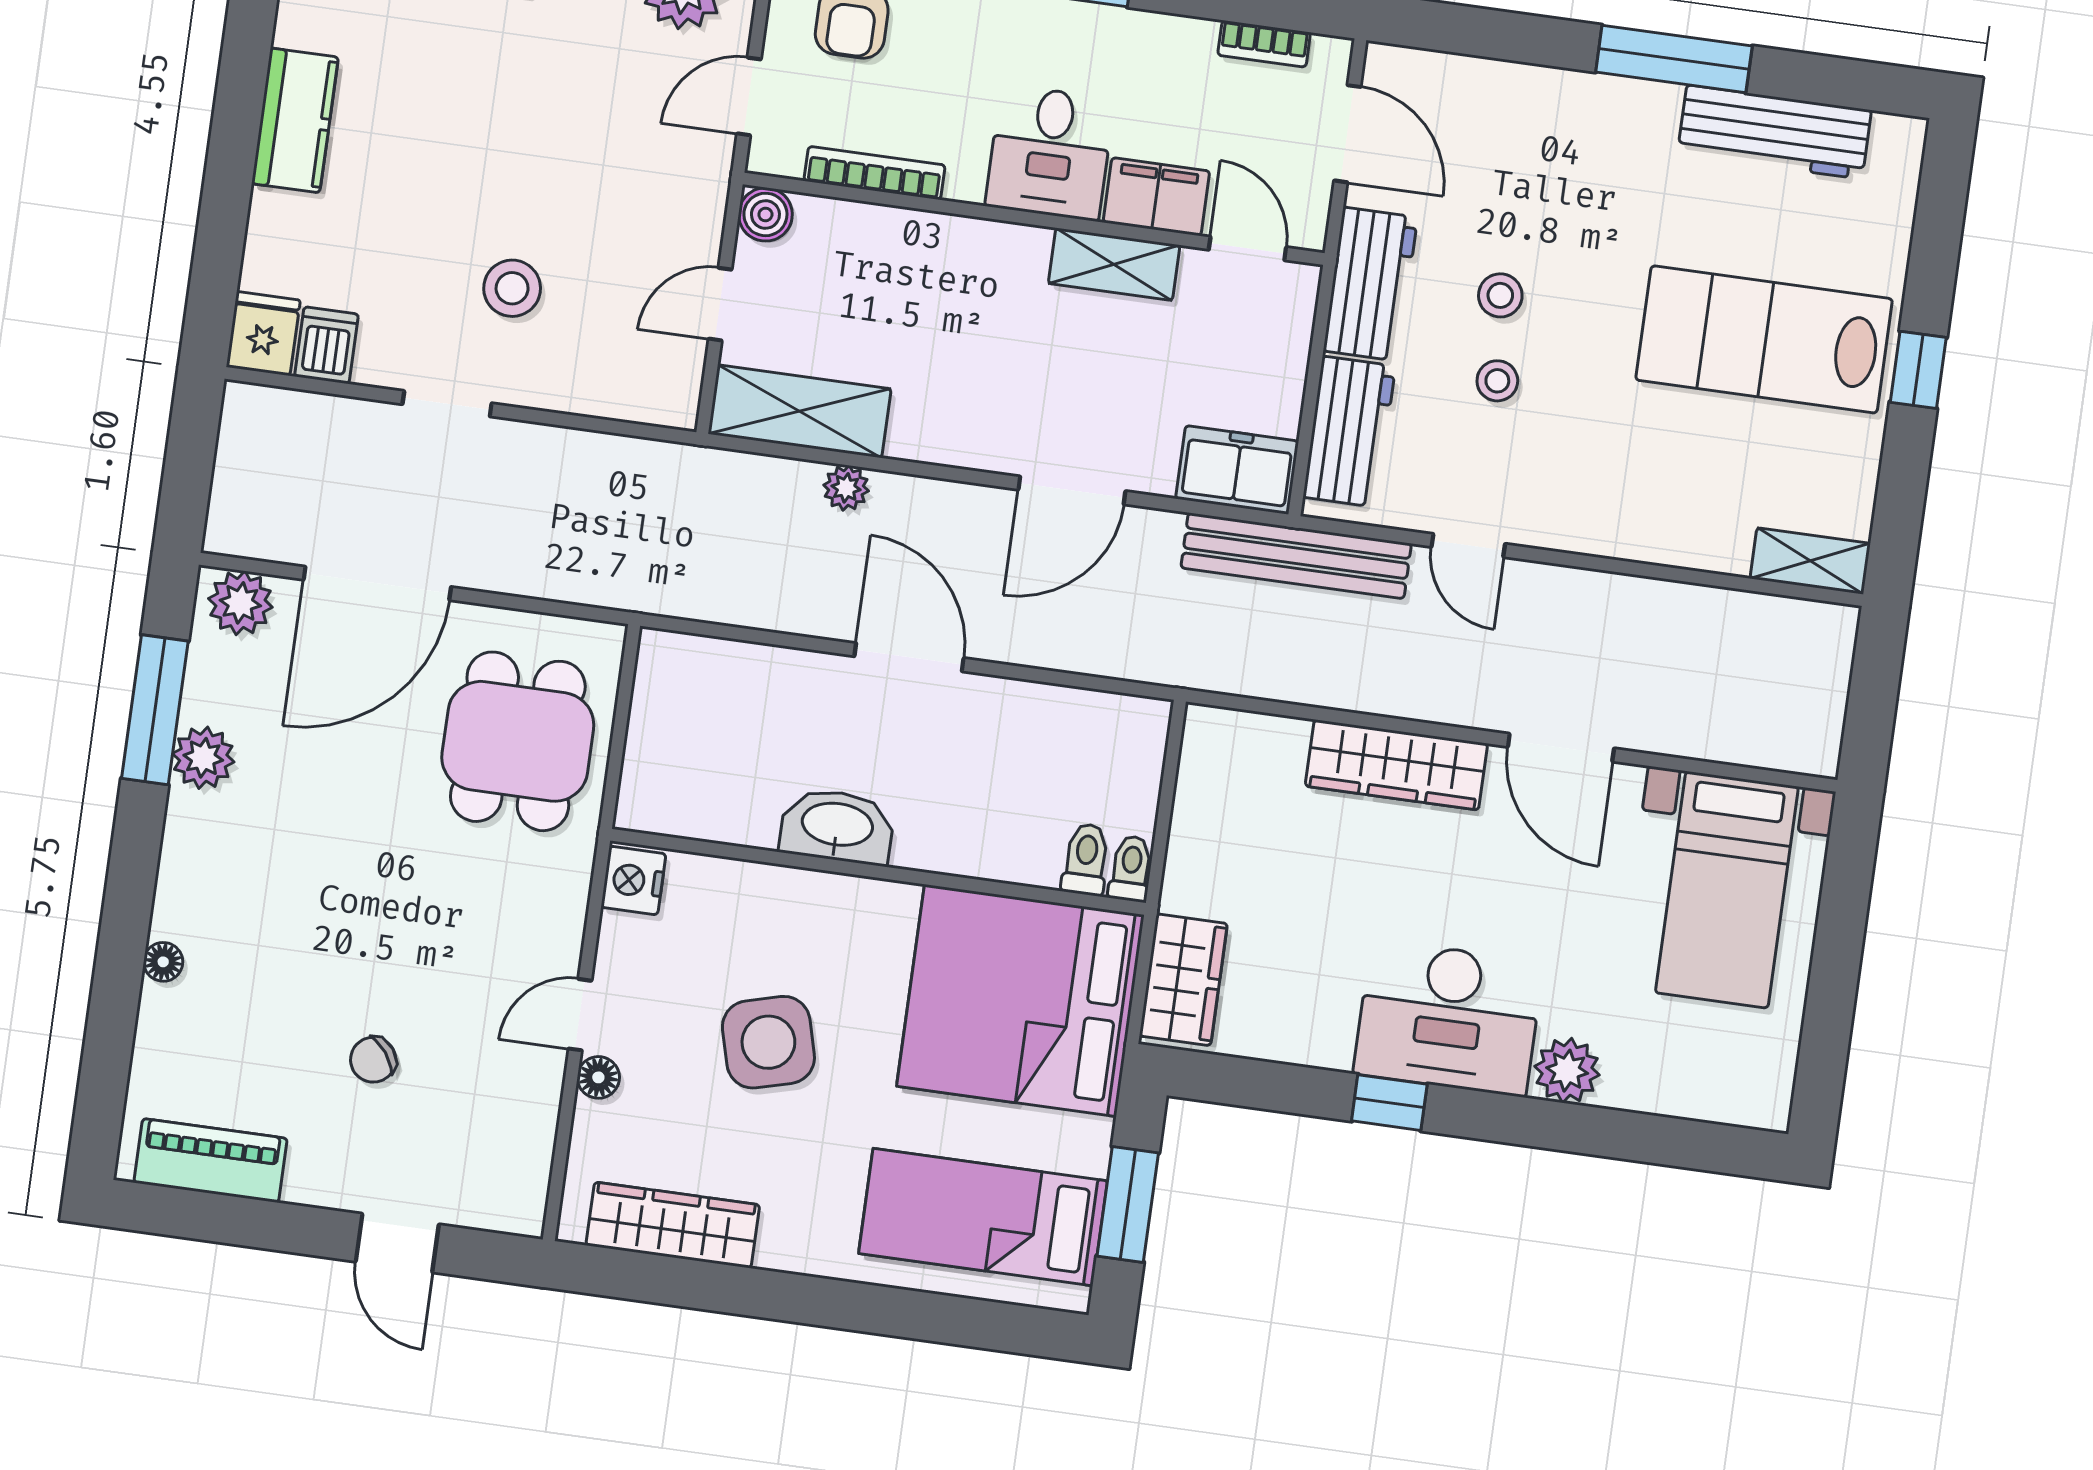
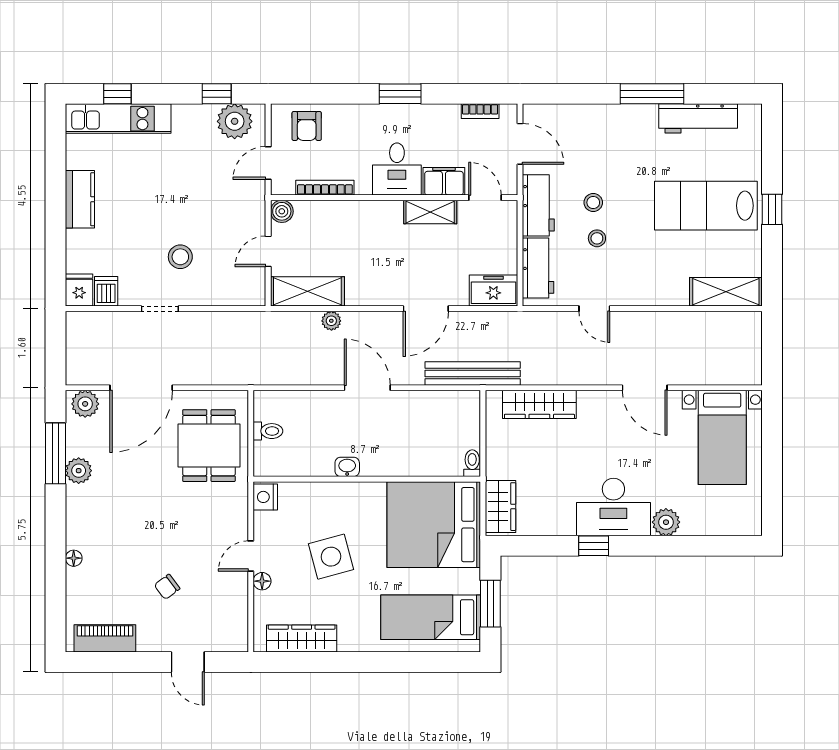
bench: (1296, 556) -> (473, 373), moved
shelving: (1810, 561) -> (726, 292), width x1.50, depth x1.33
wardrobe: (1396, 765) -> (539, 404), moved
washbasin: (837, 826) -> (347, 467), width x0.52, depth x0.69
toilet: (1086, 859) -> (268, 431), moved, turned 90

